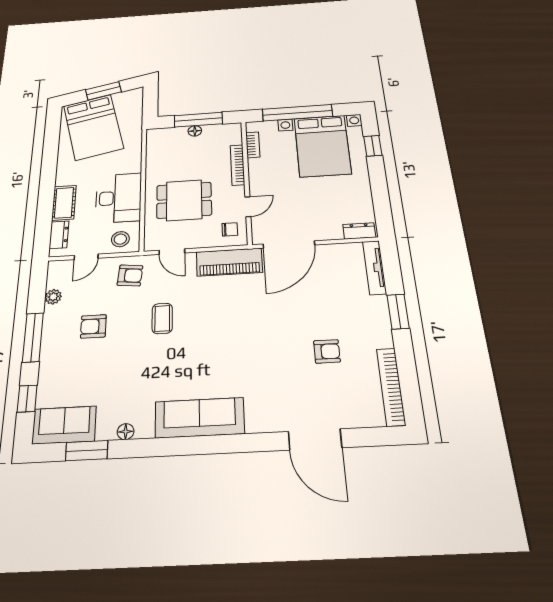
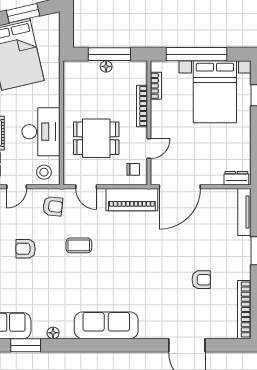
coffee table: (162, 318) -> (79, 245), turned 90

